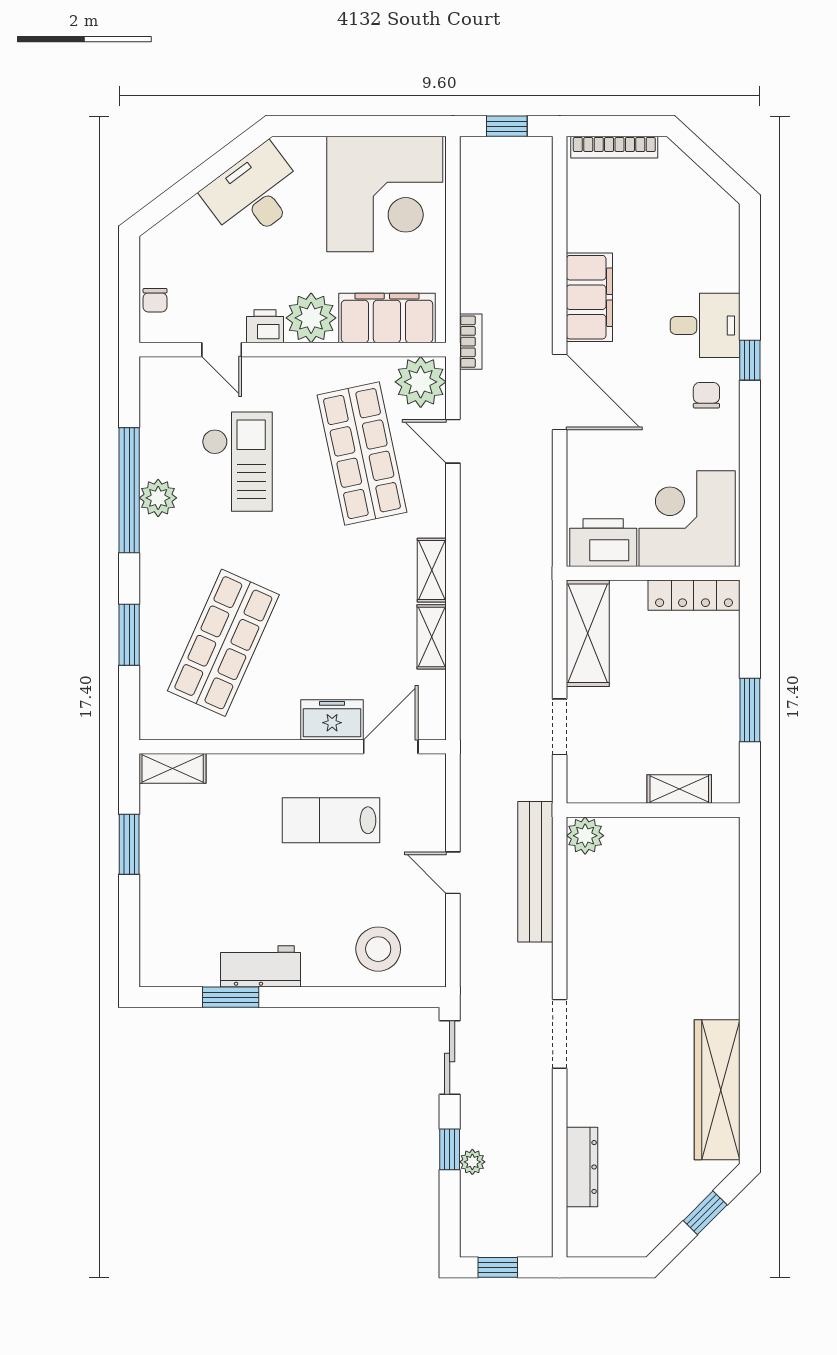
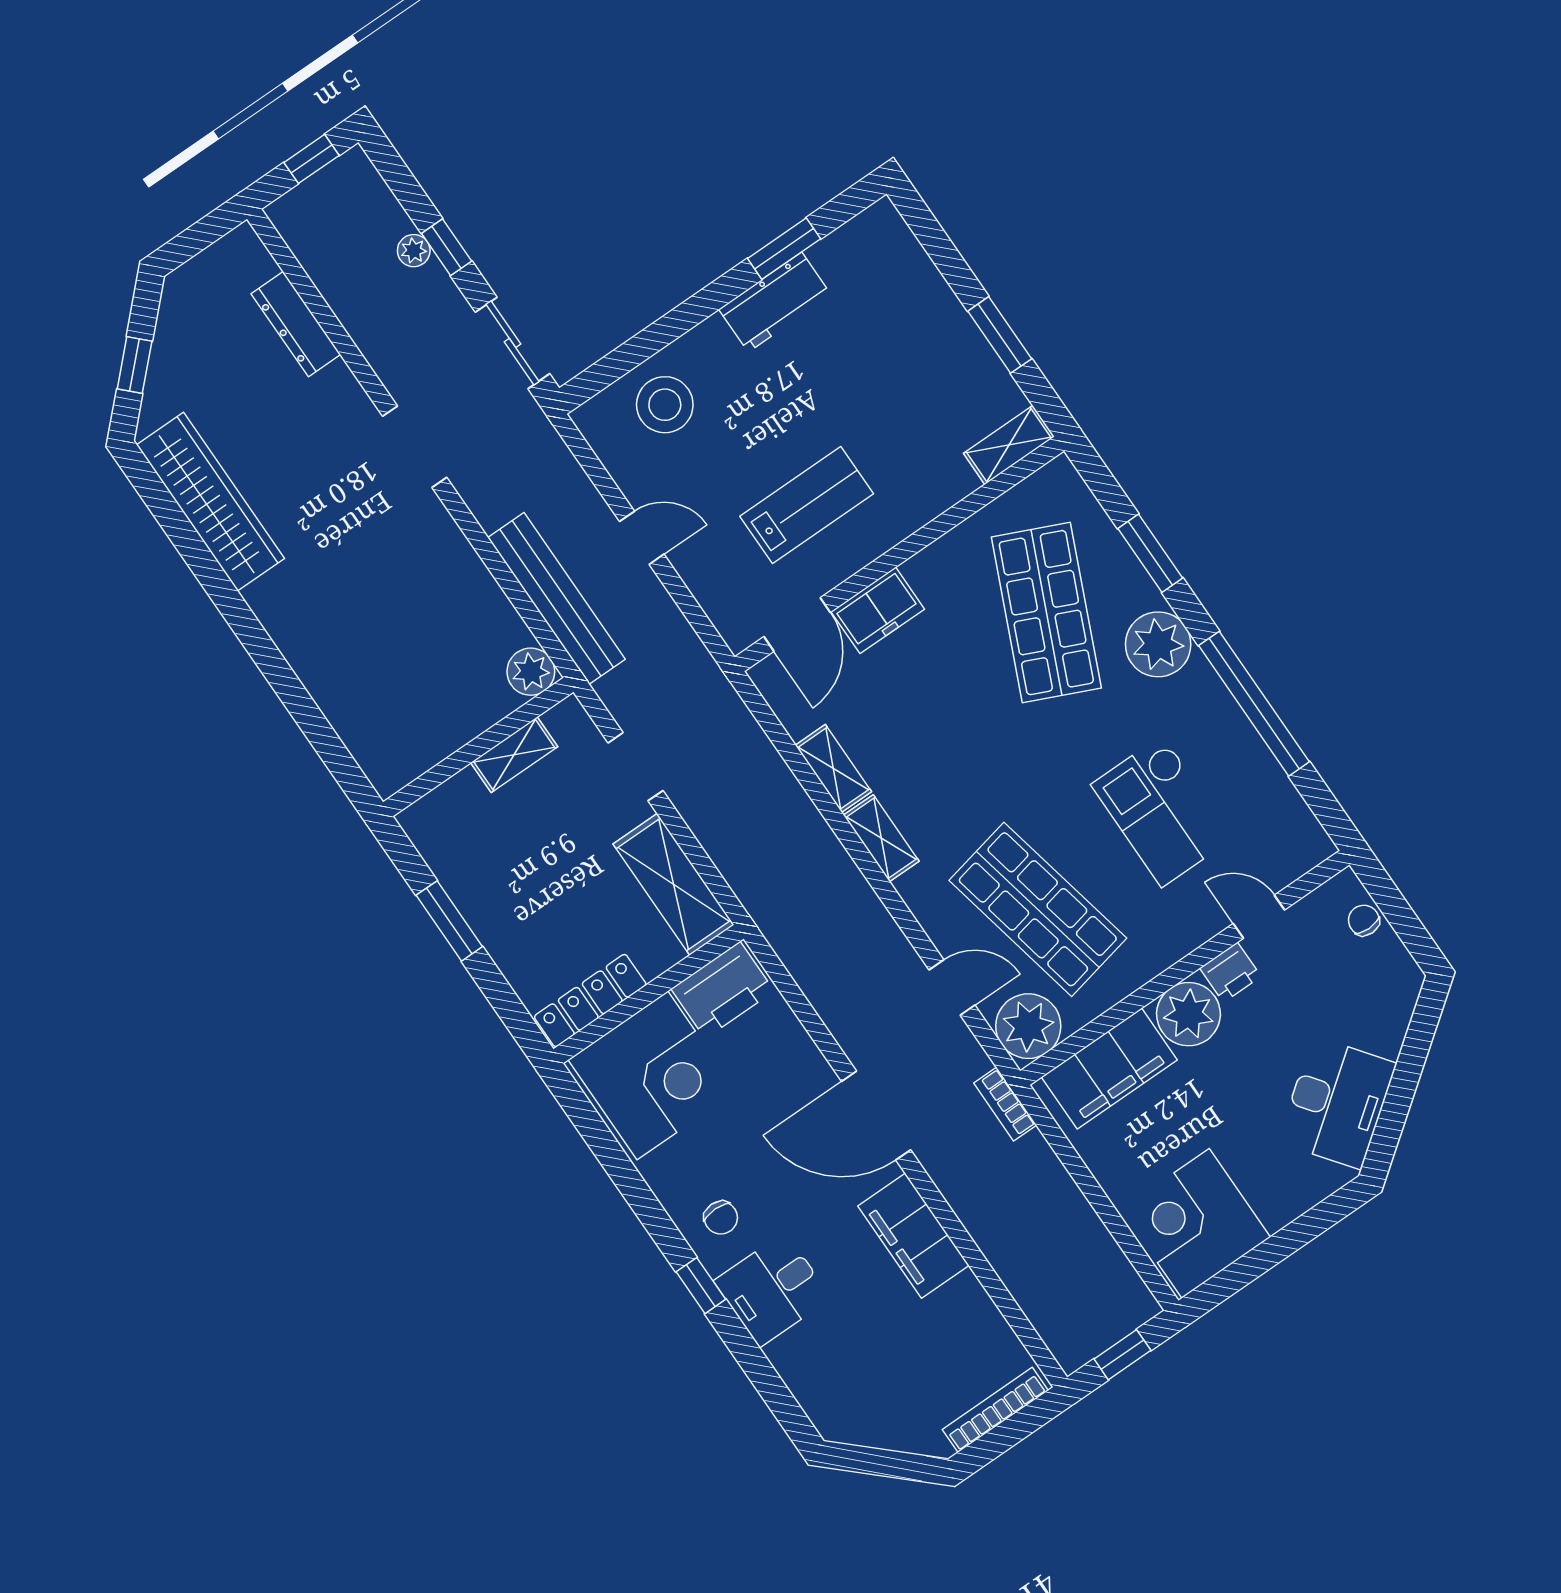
corner desk: (385, 194) -> (1196, 1223), width x0.74, depth x0.74
plant: (158, 498) -> (1158, 644), moved, width x1.36, depth x1.36
shelving: (679, 789) -> (514, 755), moved

